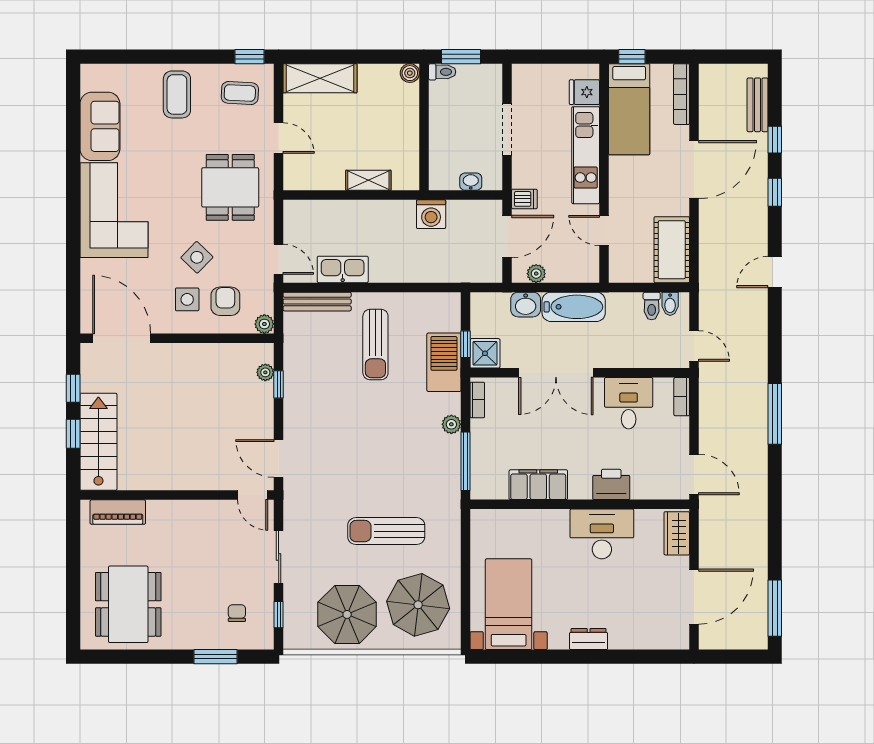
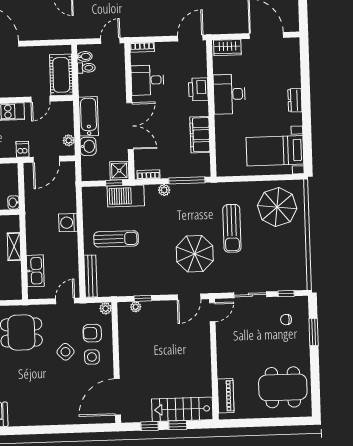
washbasin: (471, 182) -> (13, 202), moved
corner sofa: (114, 210) -> (38, 404), removed
washing machine: (431, 214) -> (68, 223), moved, turned 180
door: (507, 237) -> (46, 159), swing flipped
cot: (672, 250) -> (61, 75), moved, turned 90
kitchen sink: (343, 269) -> (35, 271), moved, turned 180
parasol: (347, 614) -> (195, 254), moved

